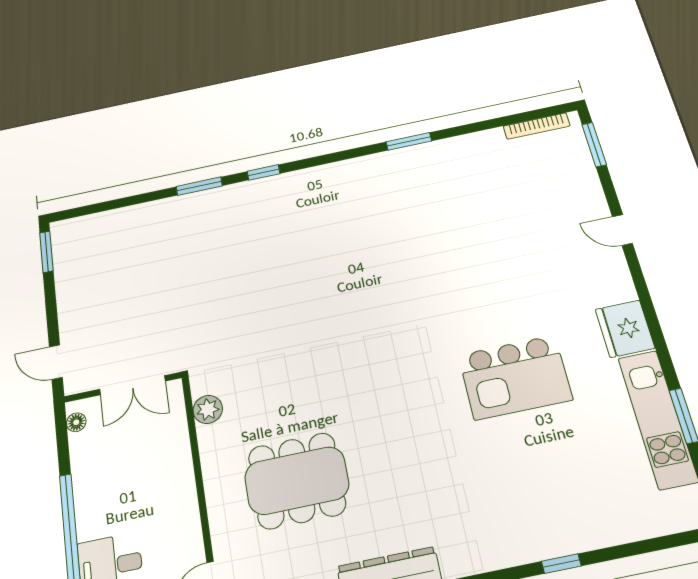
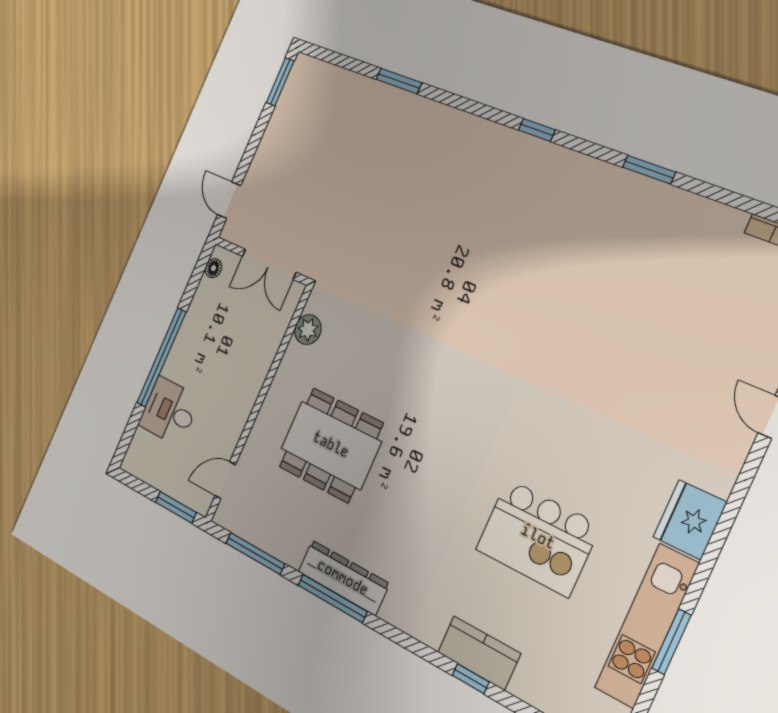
window: (264, 172) -> (537, 130), moved
window: (199, 186) -> (399, 81), moved
kitchen island: (515, 377) -> (538, 537), moved
kitchen counter: (552, 539) -> (479, 653), added

